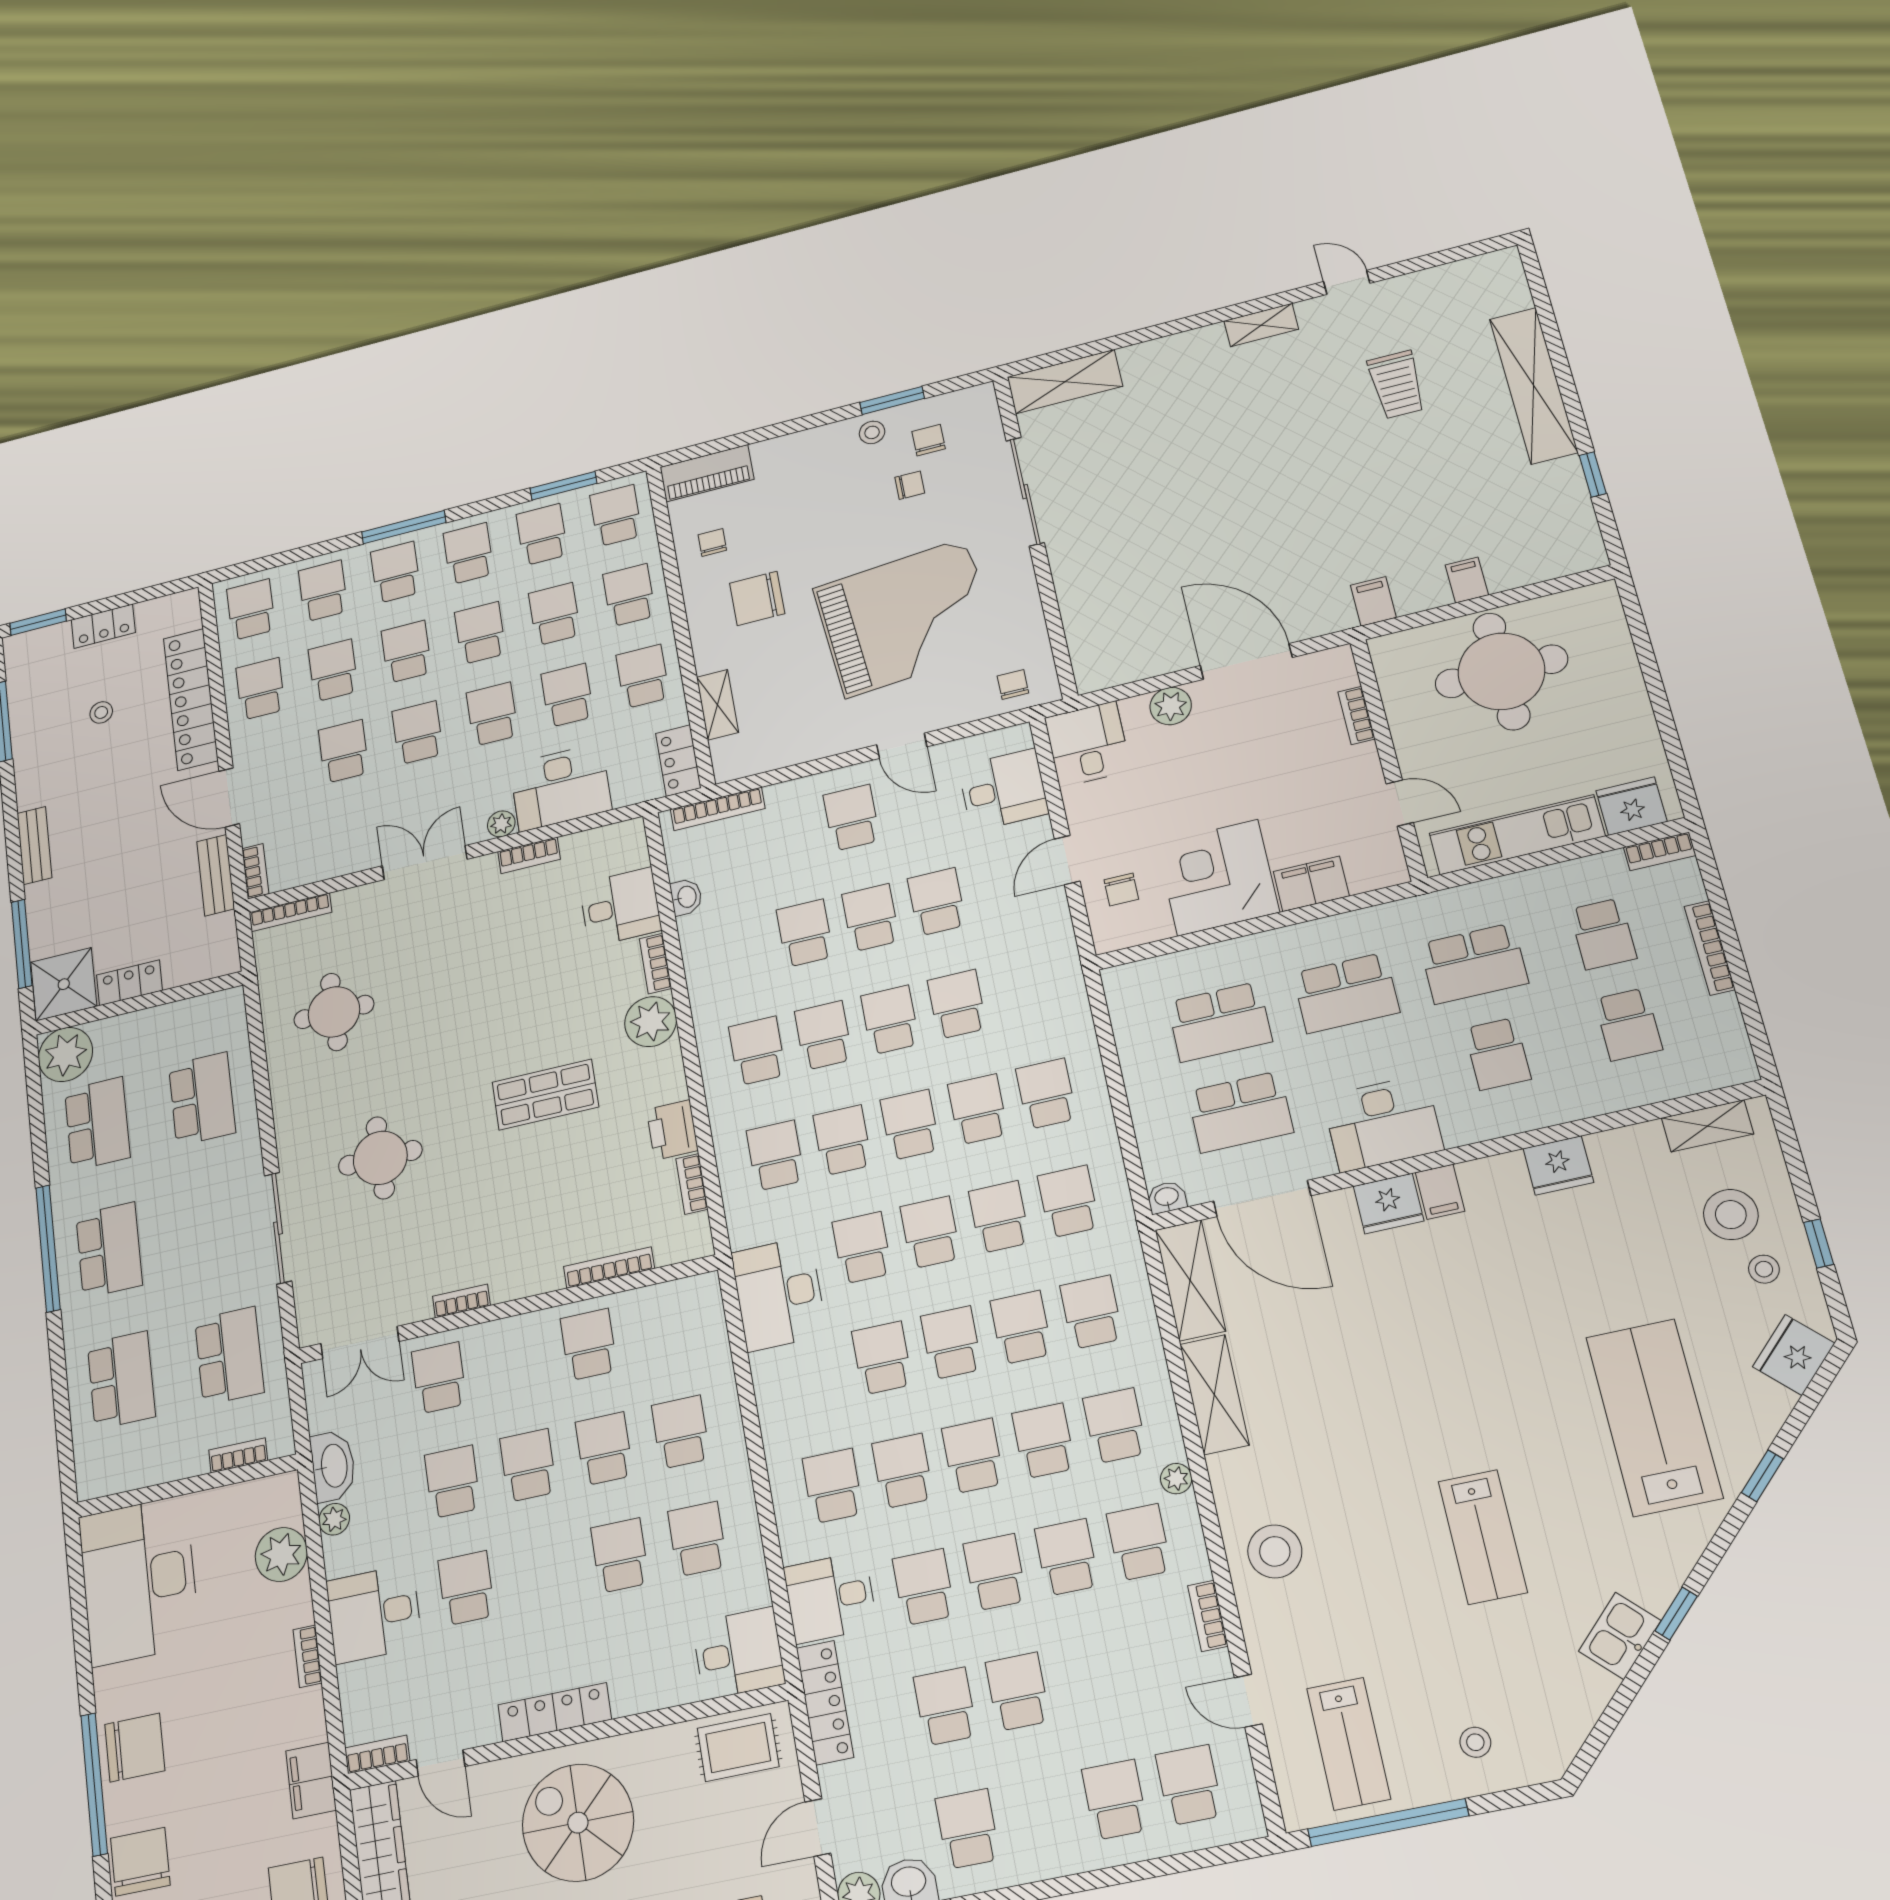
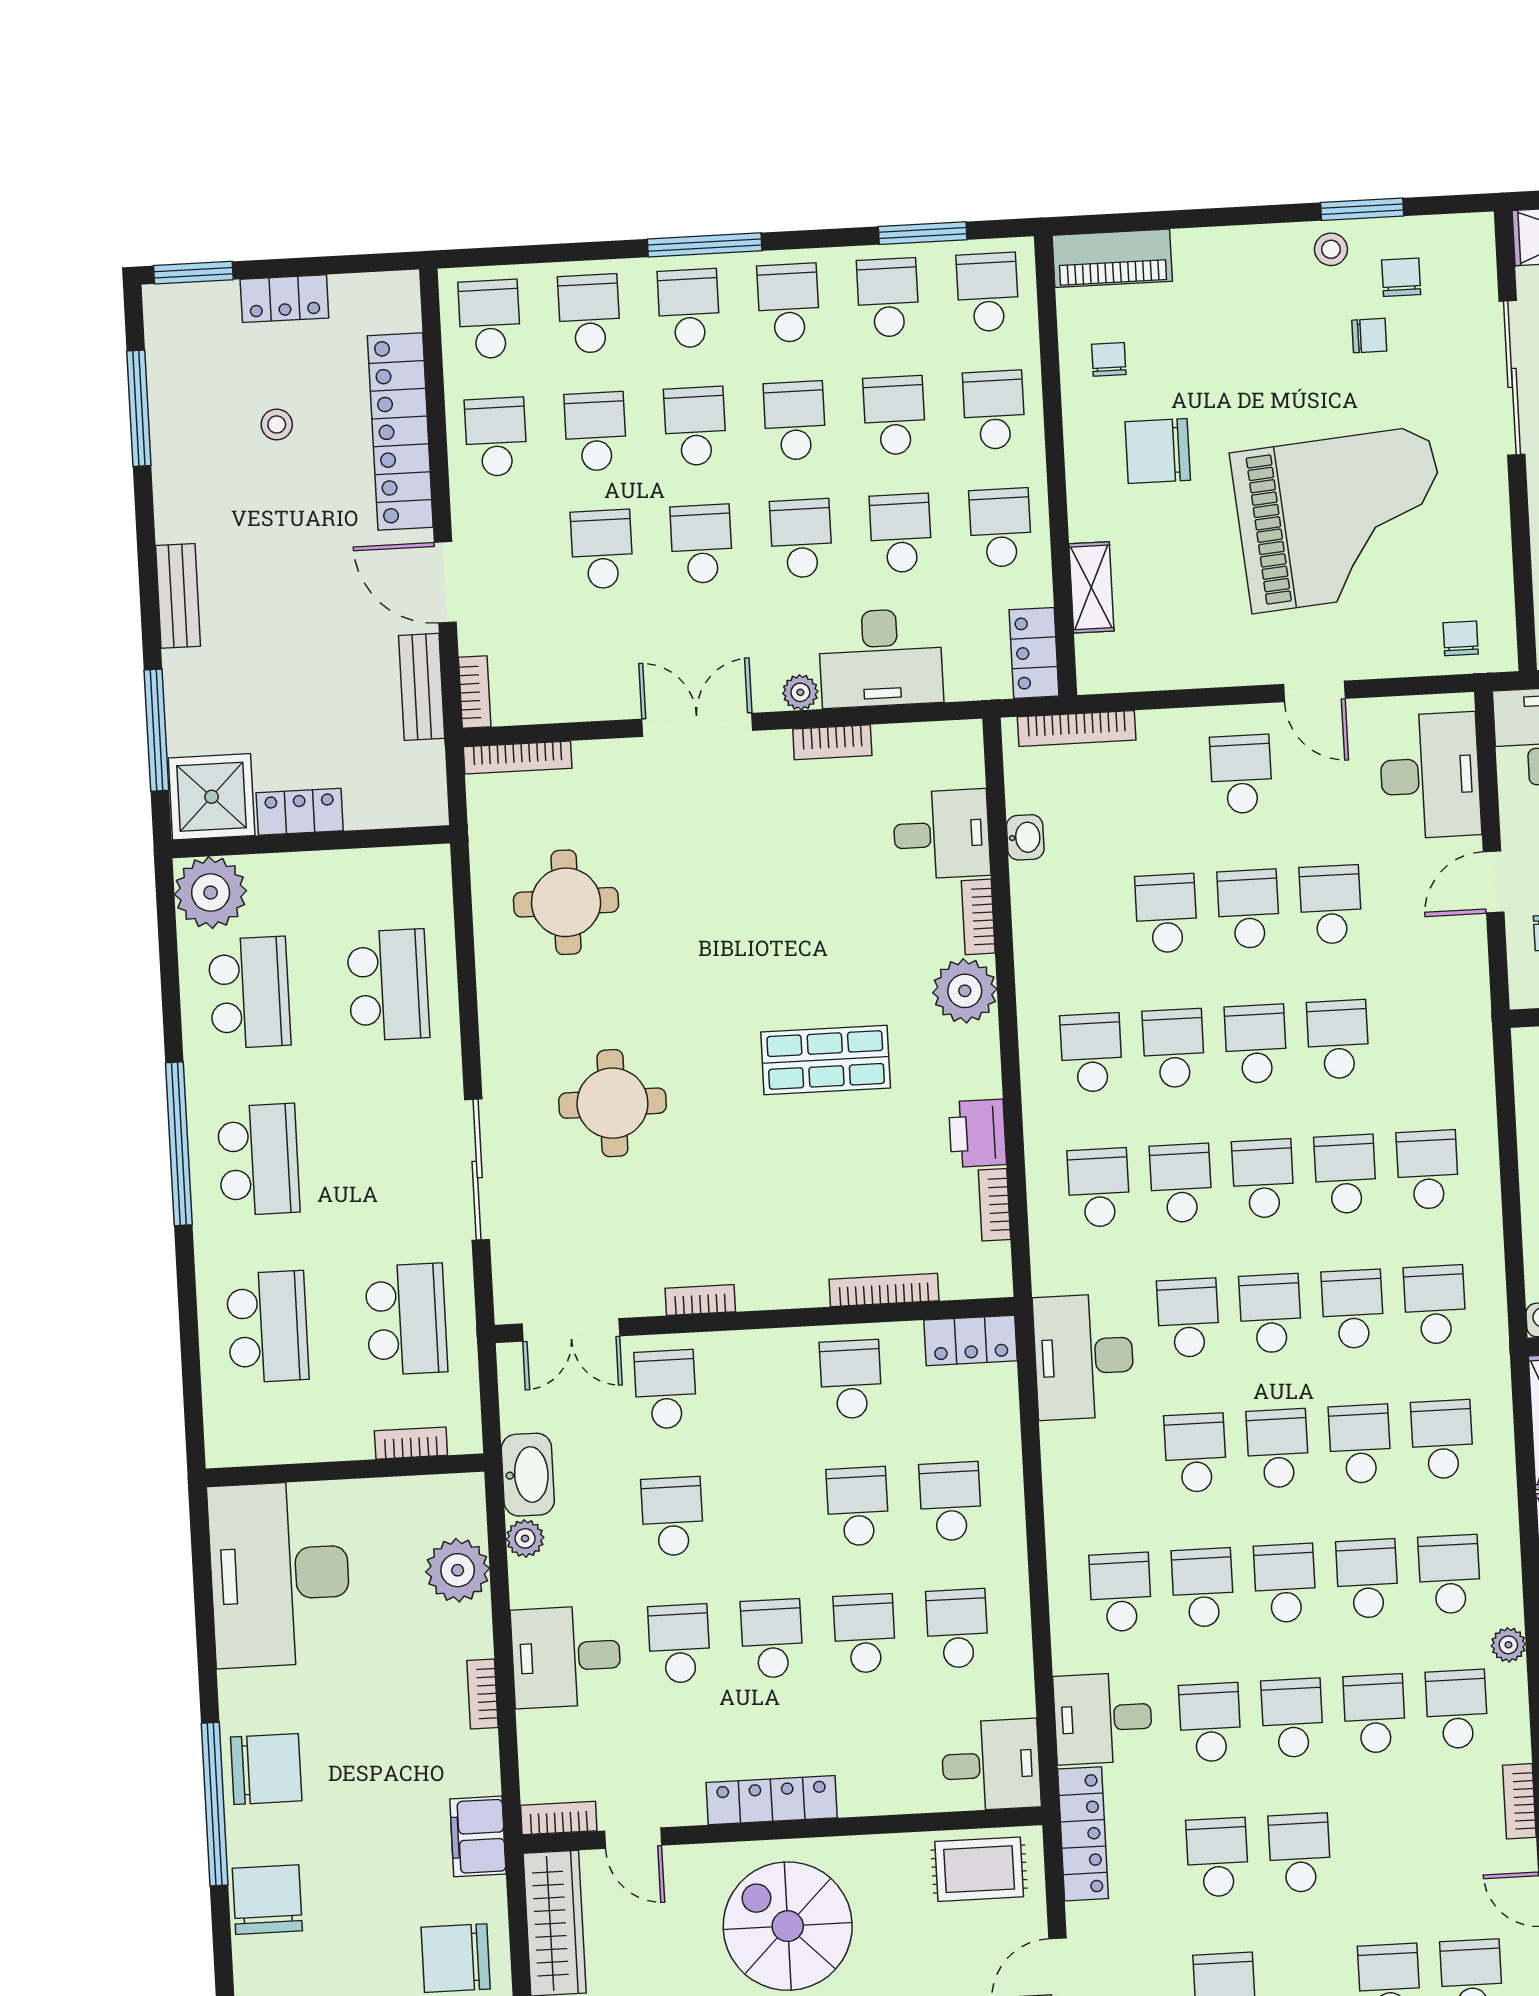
desk: (1003, 790) -> (1430, 776), width x1.37
locker: (684, 1296) -> (971, 1340), added
school desk: (528, 1465) -> (772, 1639), moved

